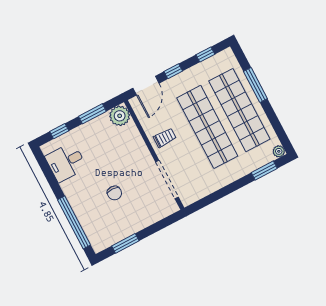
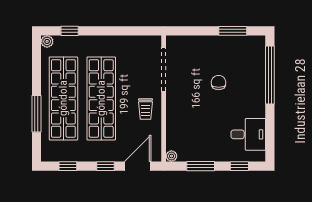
plant: (120, 116) -> (171, 156), width x0.53, depth x0.53
trolley: (165, 138) -> (146, 109), turned -90
window: (264, 170) -> (70, 31), width x0.67

